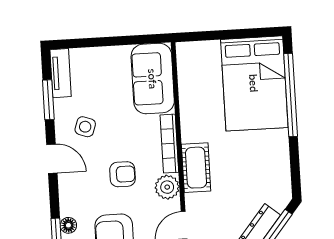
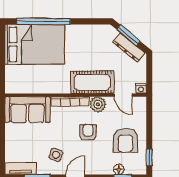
cot: (196, 168) -> (92, 82), width x1.37, depth x1.34

